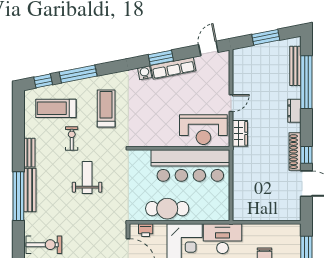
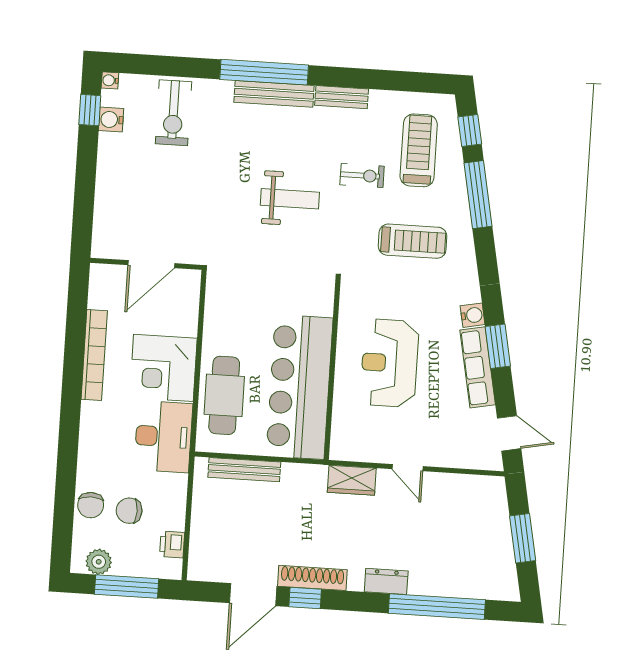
bench: (295, 66) -> (244, 470), moved
reception desk: (203, 130) -> (390, 363), moved
cafe table: (167, 209) -> (224, 395), moved
printer: (146, 230) -> (172, 545), moved

